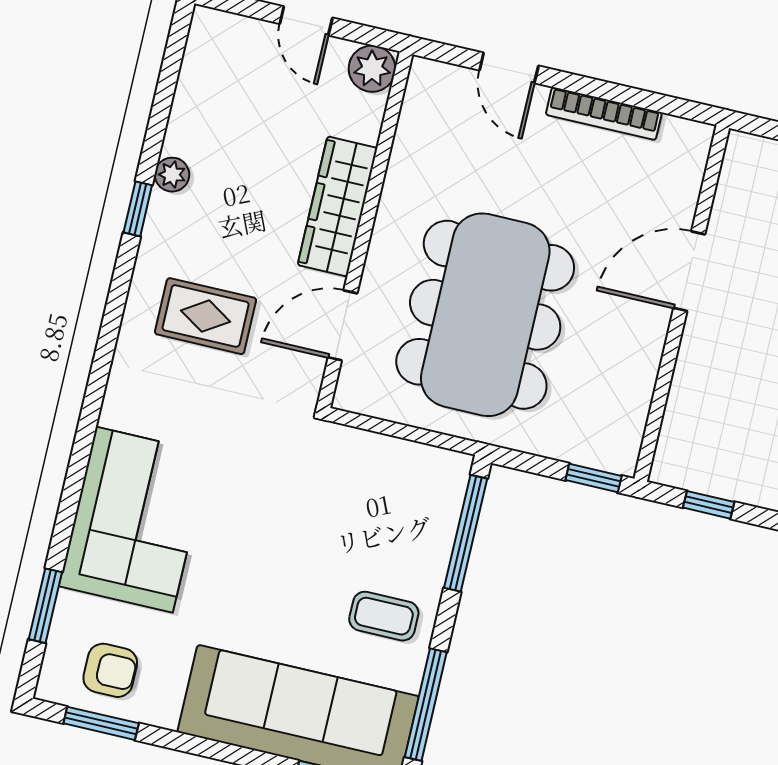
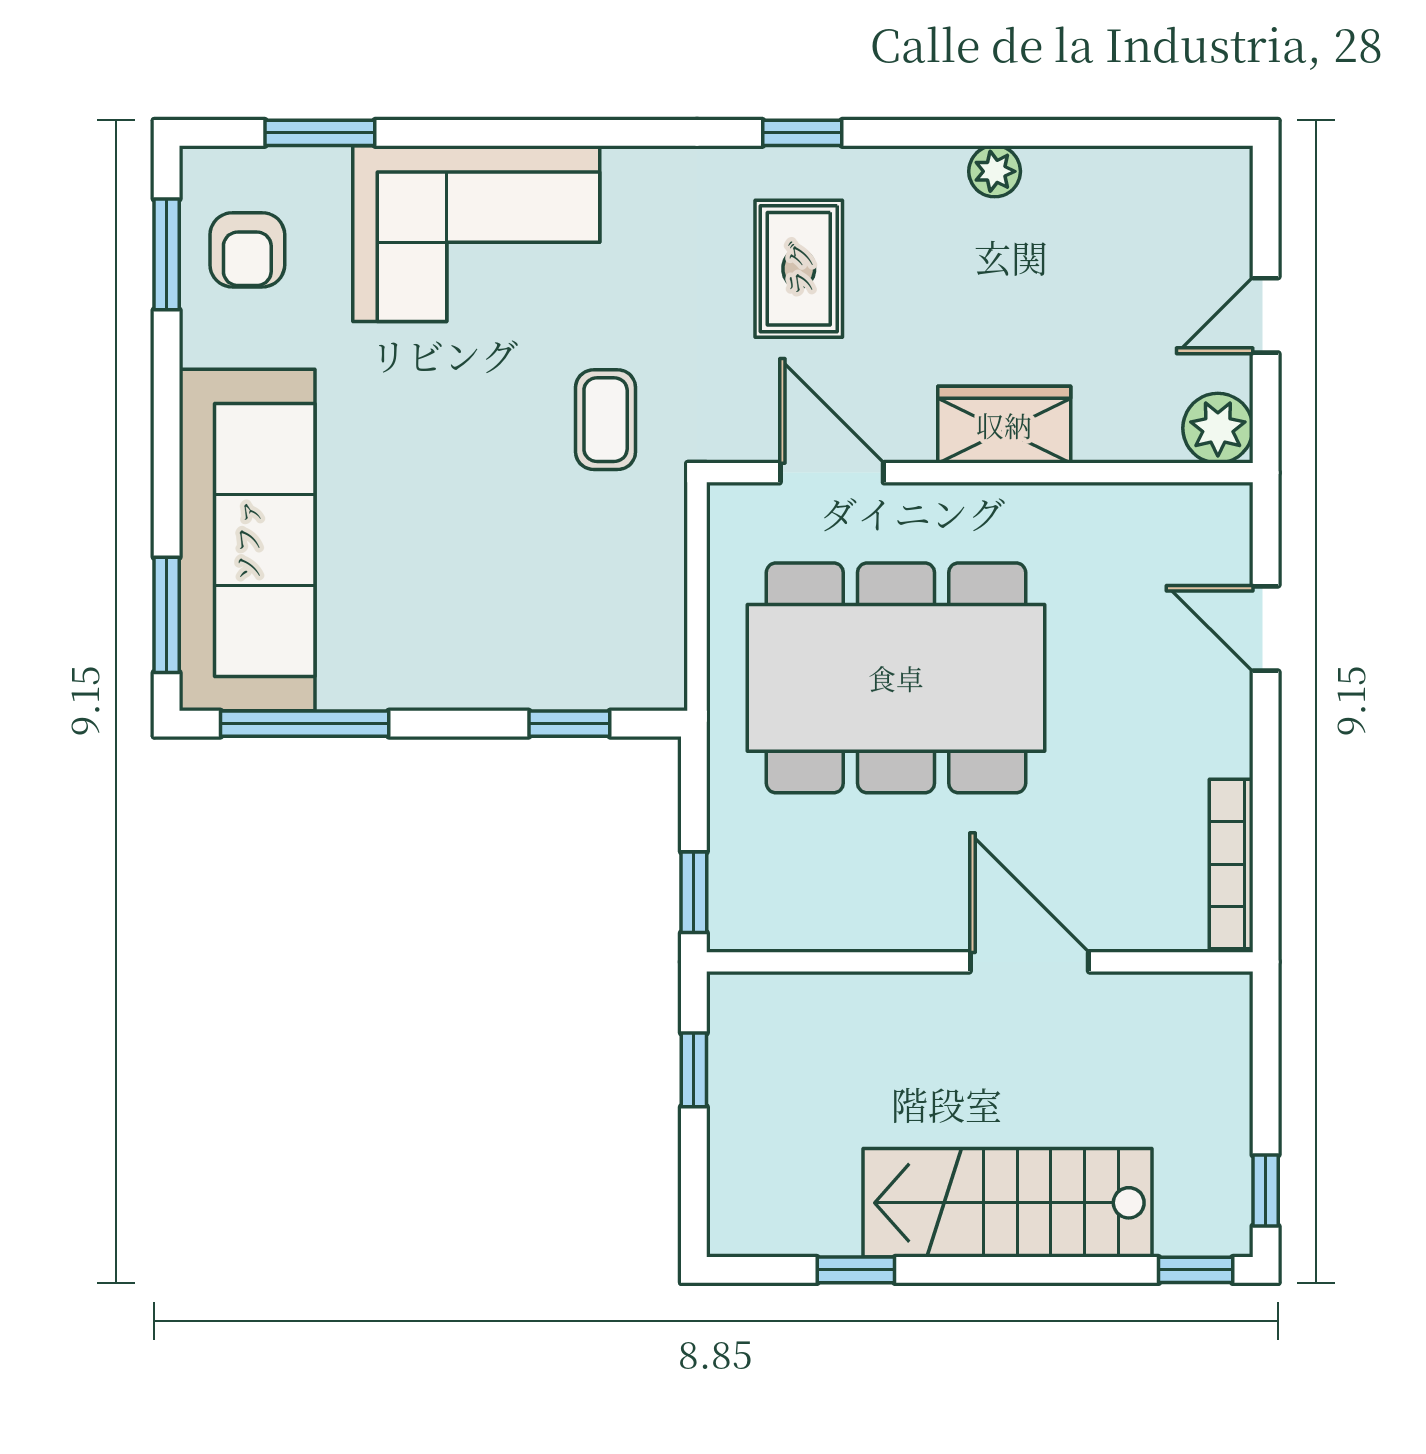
door: (509, 68) -> (1266, 628), hinge flipped
bookcase: (604, 114) -> (1231, 864), moved
wardrobe: (338, 206) -> (1004, 425), width x0.67
window: (138, 209) -> (802, 133), moved
window: (466, 533) -> (569, 724), width x0.46
coffee table: (384, 616) -> (606, 420), moved

